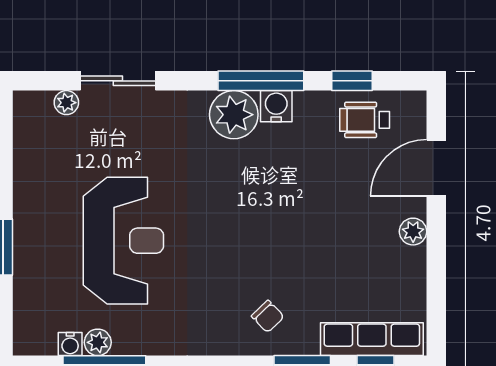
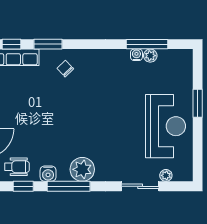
water cooler: (276, 106) -> (48, 174), moved
reception desk: (123, 241) -> (165, 126), moved, turned 180
water cooler: (70, 344) -> (136, 55), moved

